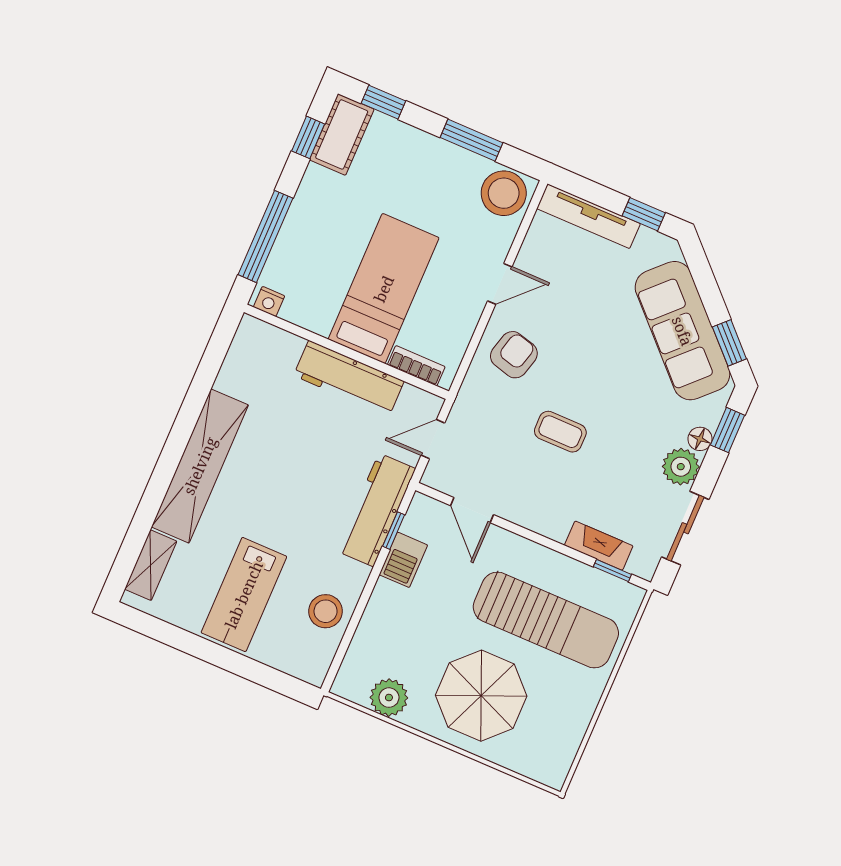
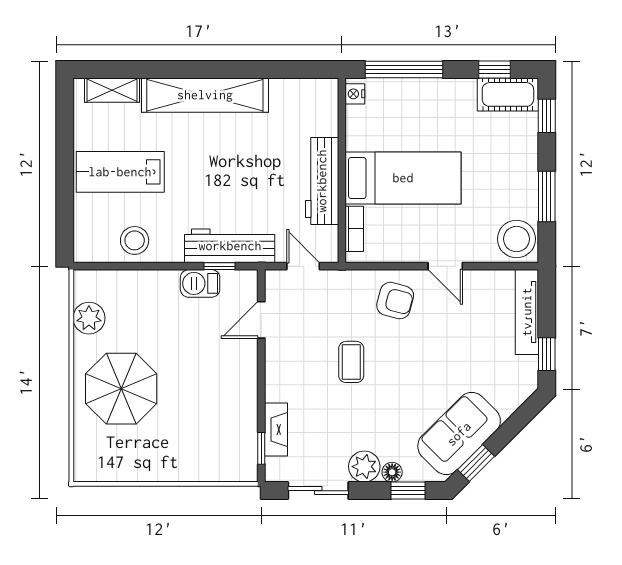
sofa: (682, 331) -> (459, 434), width x0.73
sun lounger: (546, 620) -> (201, 413), removed

